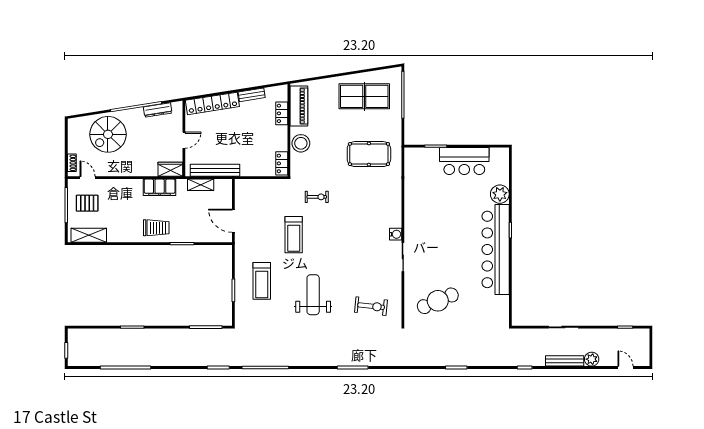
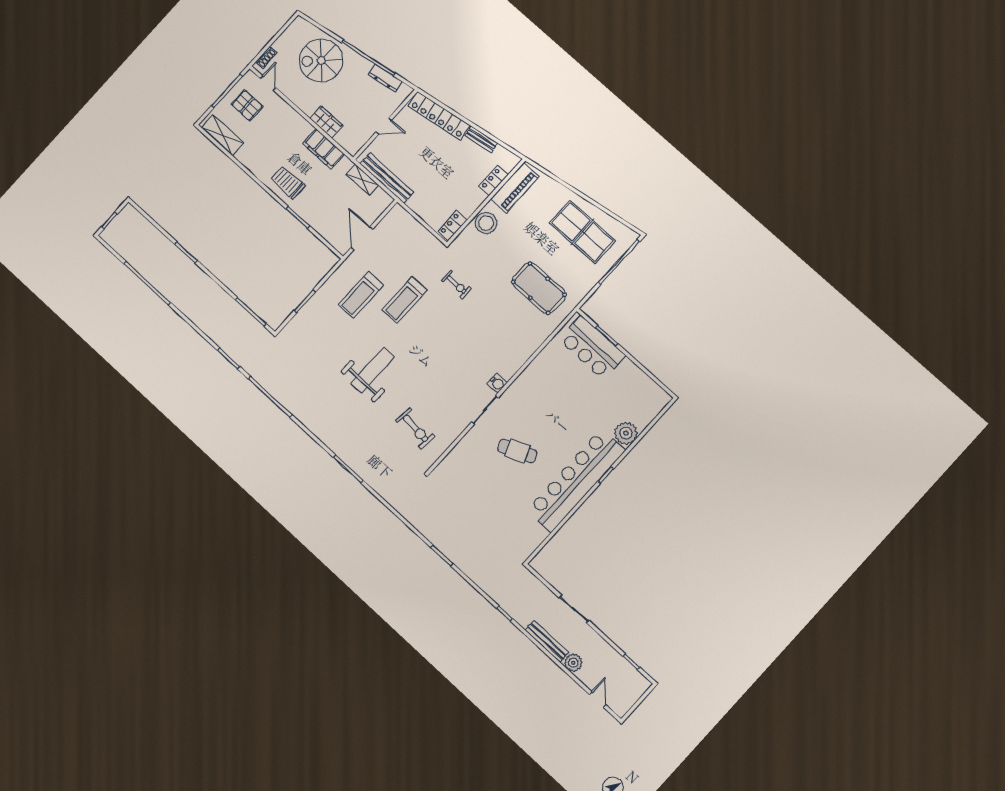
bar counter: (464, 161) -> (592, 348), moved
wardrobe: (170, 169) -> (326, 122), moved
trolley: (156, 228) -> (288, 183), turned 180
treadmill: (262, 281) -> (361, 295), moved
cafe table: (438, 301) -> (517, 451), moved, width x0.73, depth x0.74

